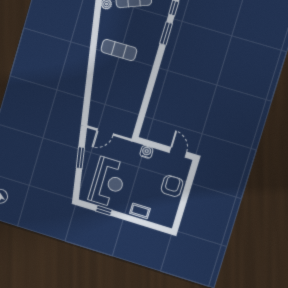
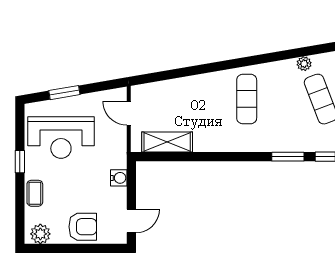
shelving: (132, 112) -> (167, 142), added
window: (80, 158) -> (64, 93), moved
window: (104, 210) -> (20, 162), moved
plant: (168, 216) -> (40, 234), added

